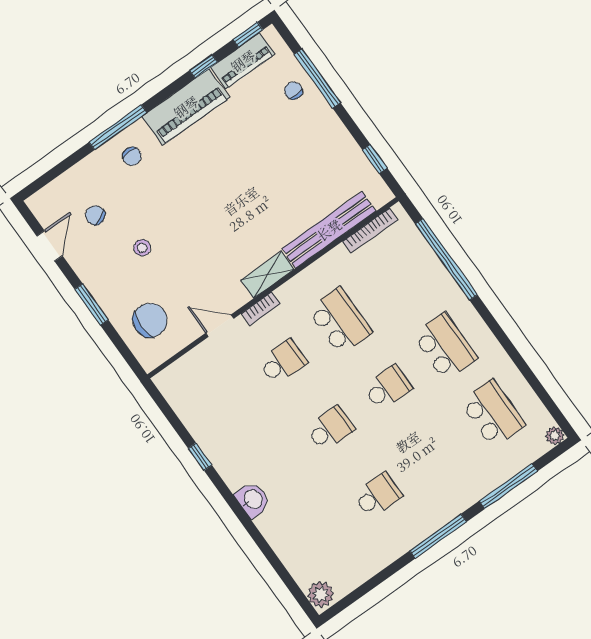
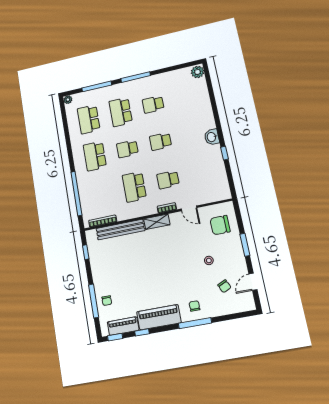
school desk: (435, 454) -> (121, 112), added
washbasin: (253, 500) -> (212, 137), moved

